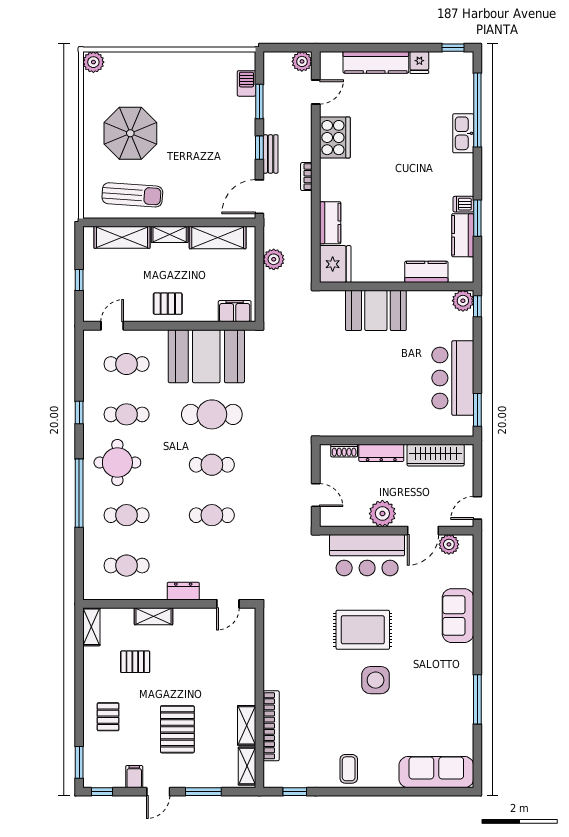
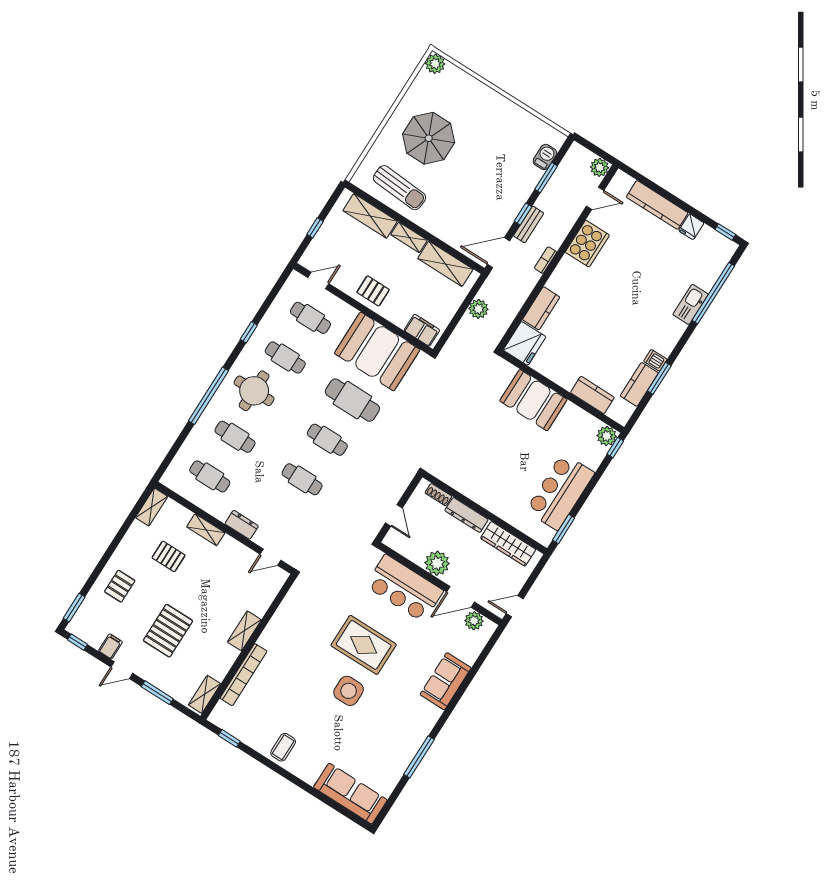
shelving: (247, 725) -> (244, 631), moved

